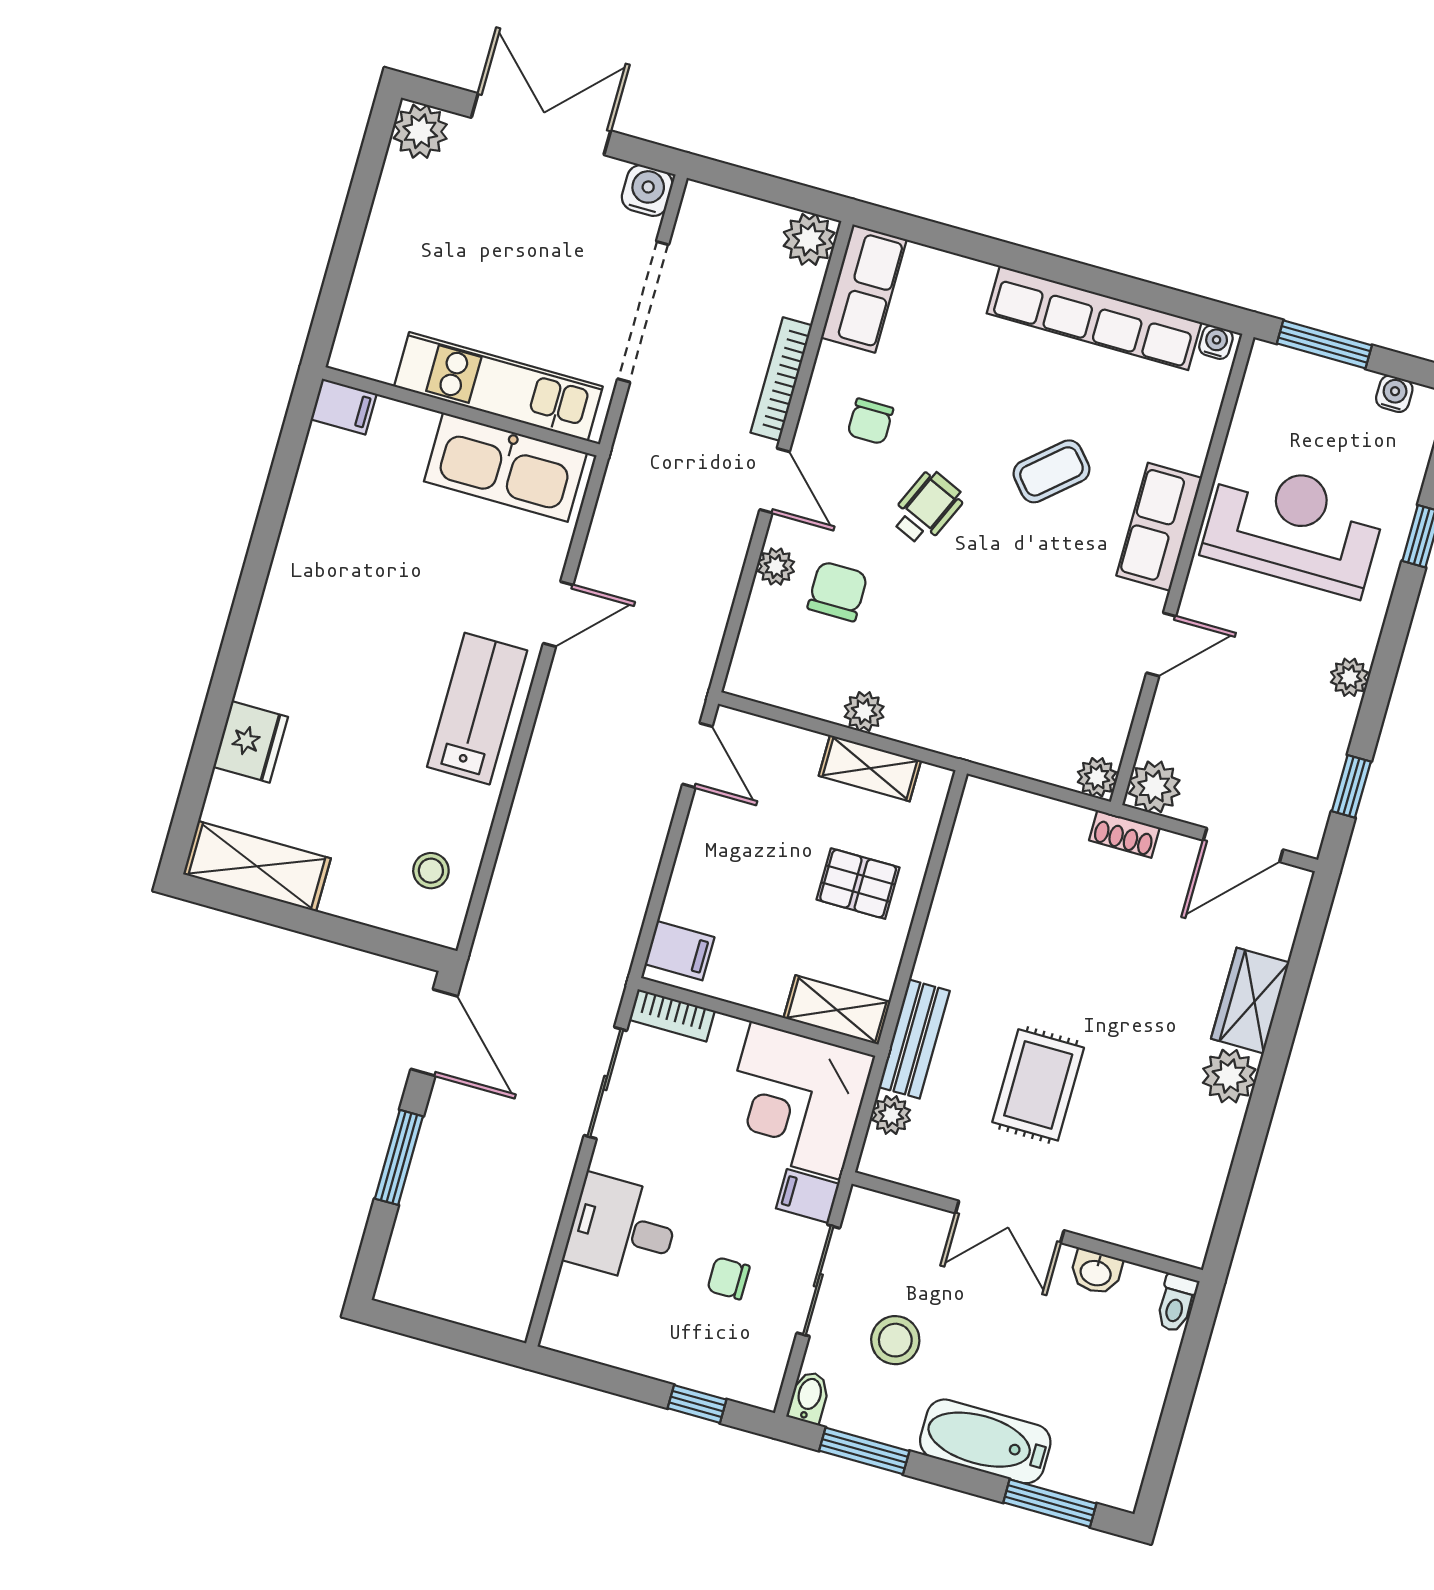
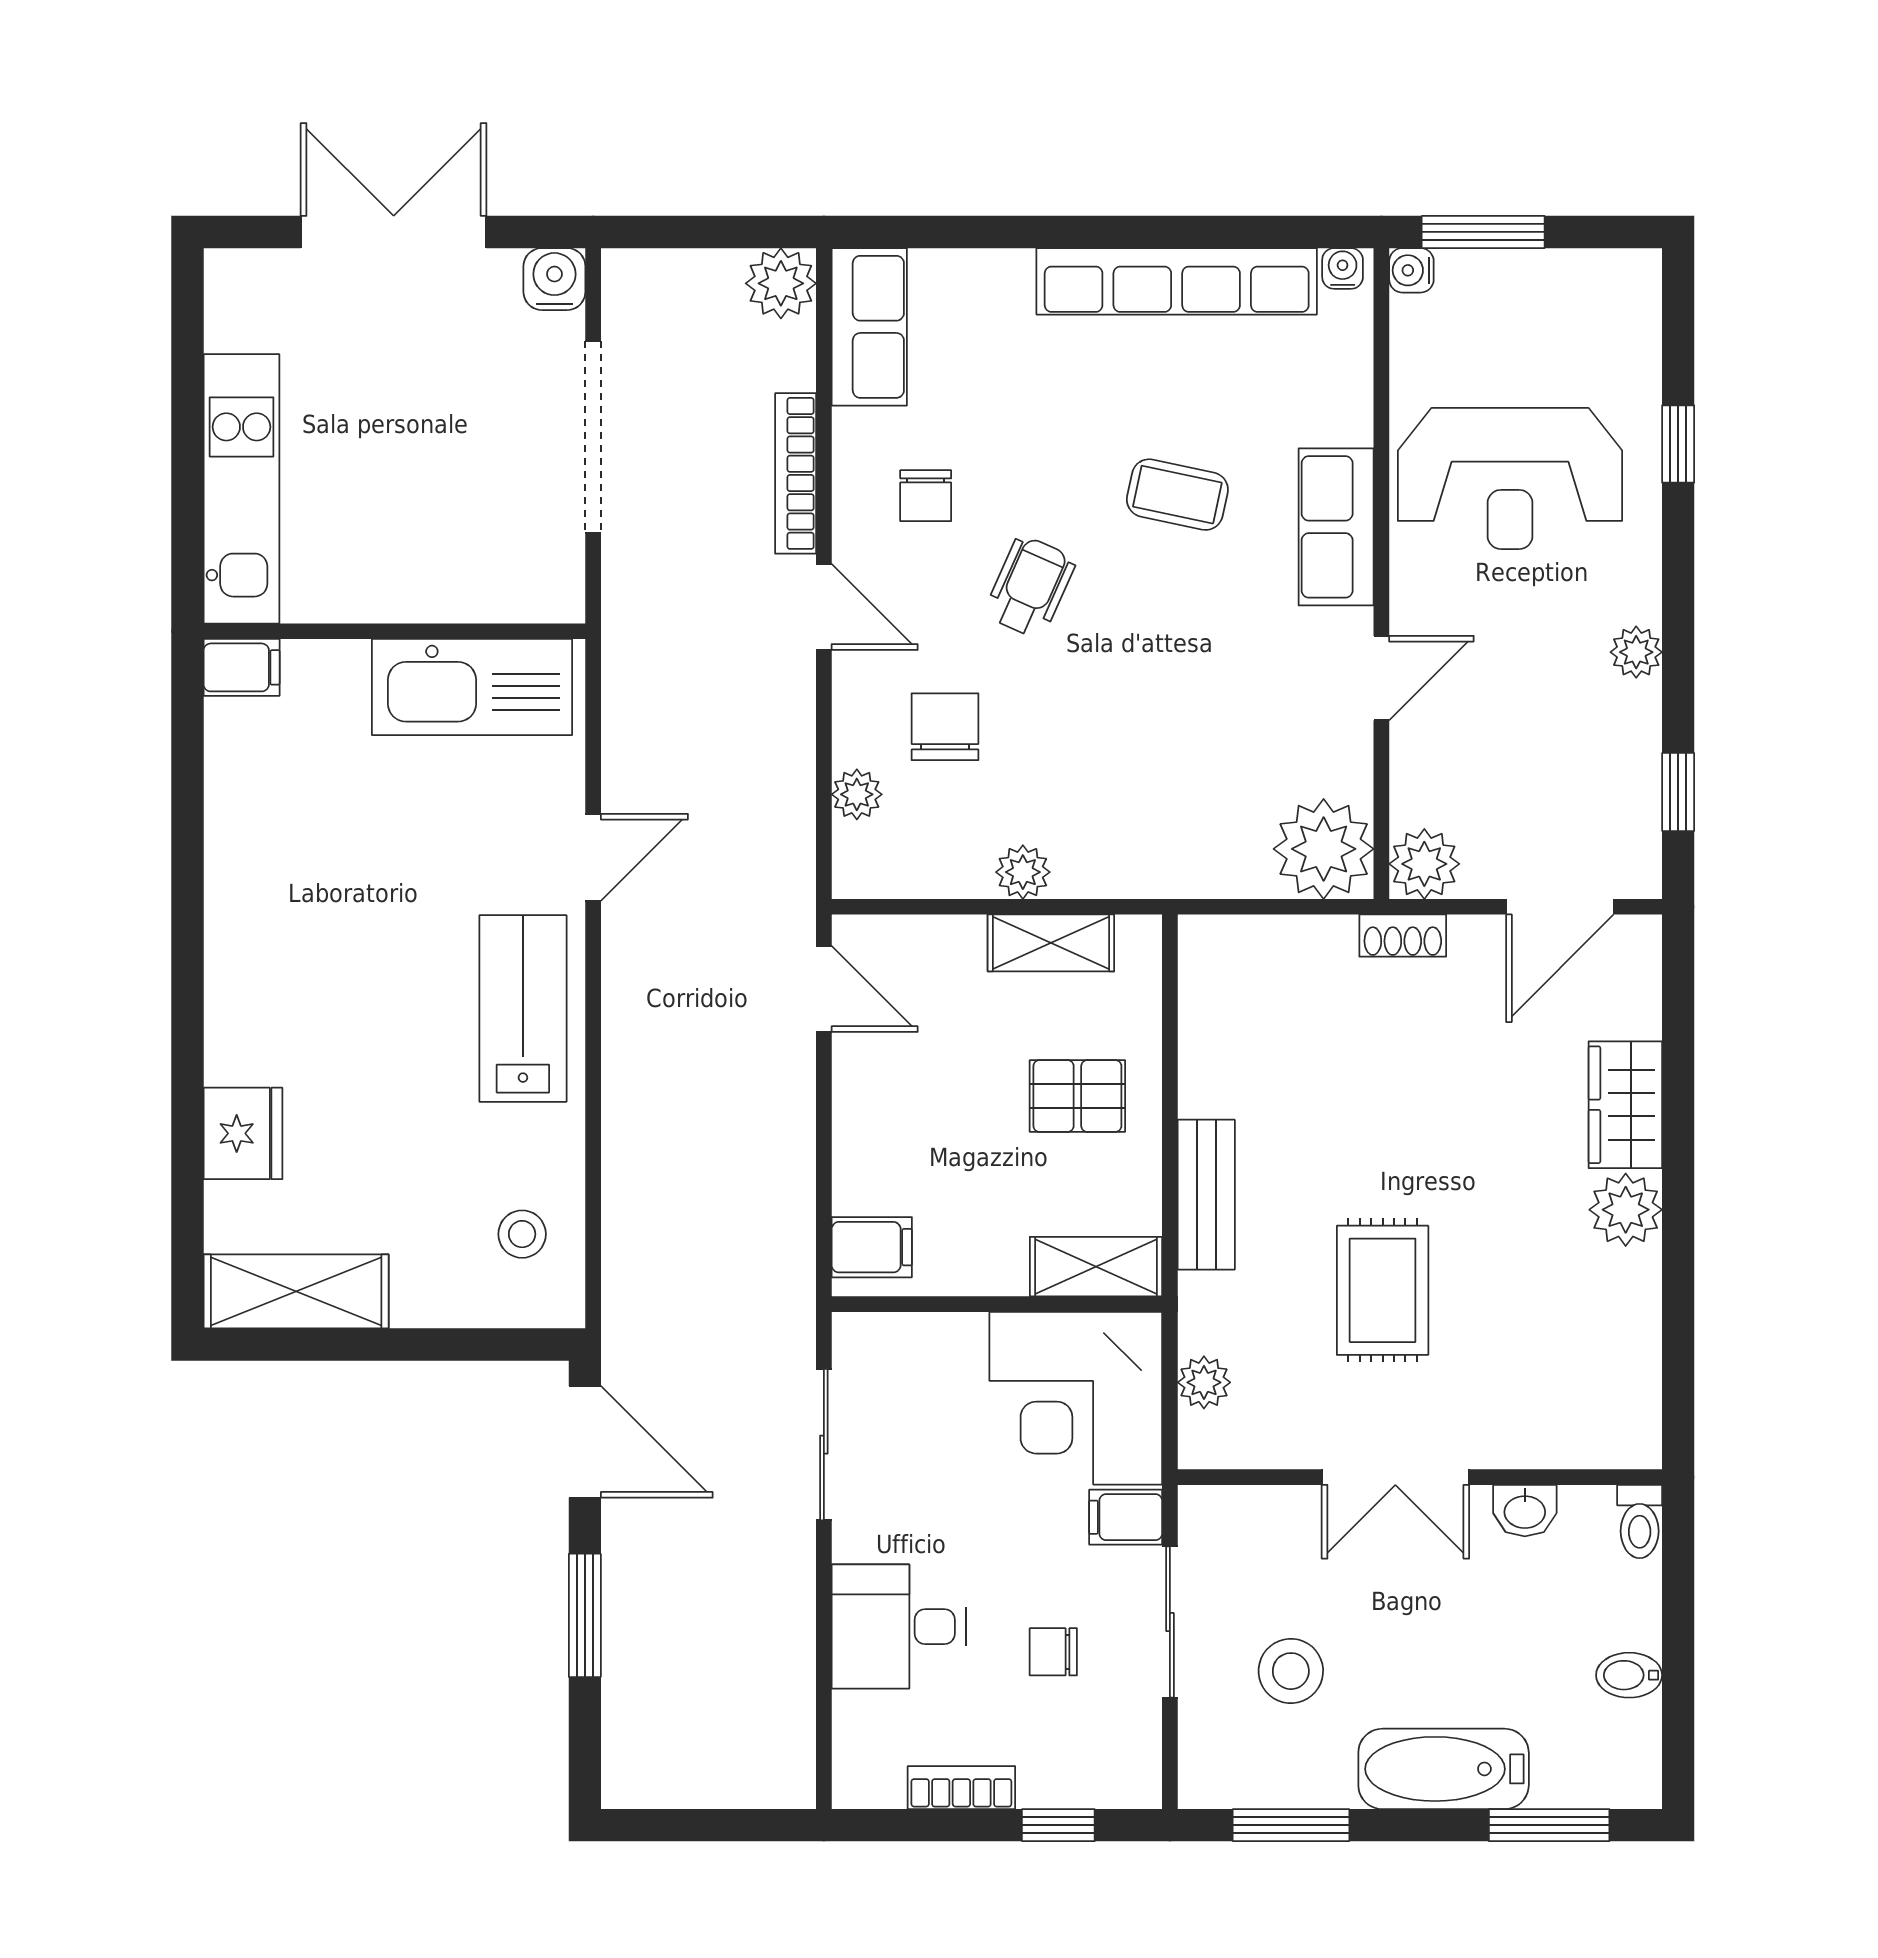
plant: (420, 131) -> (240, 285), removed
kitchen unit: (498, 387) -> (241, 489), moved, turned 90
water cooler: (1394, 394) -> (1411, 270), moved, turned -90
coffee table: (1051, 471) -> (1177, 495), turned 53
reception desk: (1294, 527) -> (1510, 479), turned 180
plant: (776, 567) -> (857, 794), moved
plant: (1097, 777) -> (1324, 849), width x1.88, depth x1.88
bookcase: (672, 1015) -> (961, 1788), moved, turned 180
bench: (914, 1039) -> (1206, 1195), moved
bidet: (809, 1397) -> (1629, 1675), moved, turned -90

